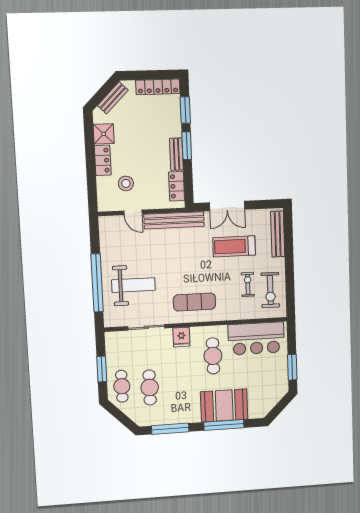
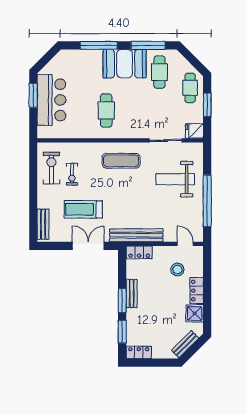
locker: (158, 87) -> (139, 352), width x0.66
locker: (177, 186) -> (139, 252), moved, turned 90
door: (133, 212) -> (185, 244), moved
bench: (278, 234) -> (43, 224), width x0.73
treadmill: (234, 246) -> (83, 209), turned 180
window: (97, 283) -> (207, 201), moved
fridge: (181, 337) -> (194, 131), moved, turned -90
bar counter: (256, 339) -> (51, 100), moved, turned 90
cafe table: (150, 387) -> (159, 72), moved
booth: (224, 405) -> (125, 64), moved

